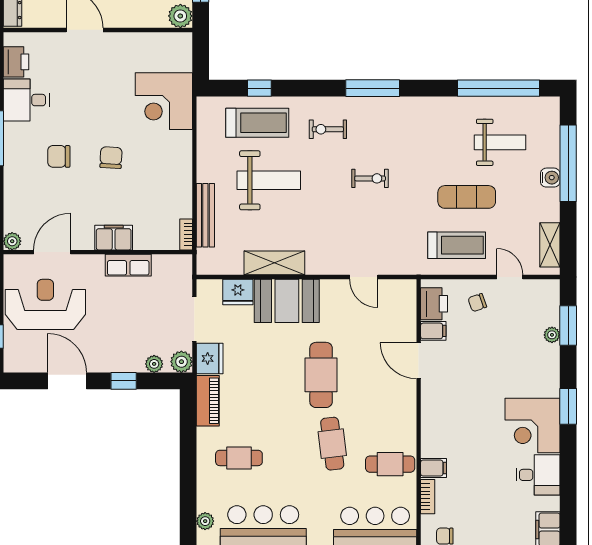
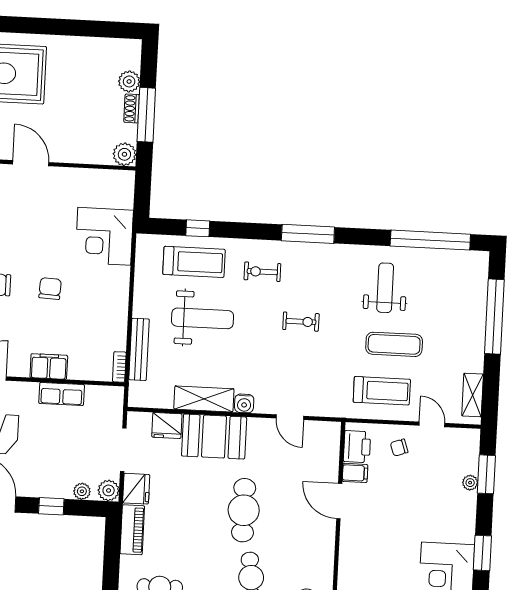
weight bench: (500, 142) -> (385, 288), moved, turned -90
water cooler: (550, 178) -> (244, 403), moved, turned 90

